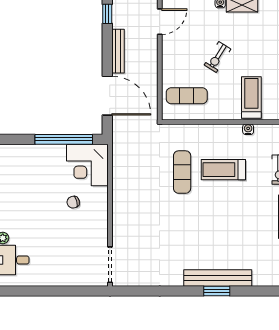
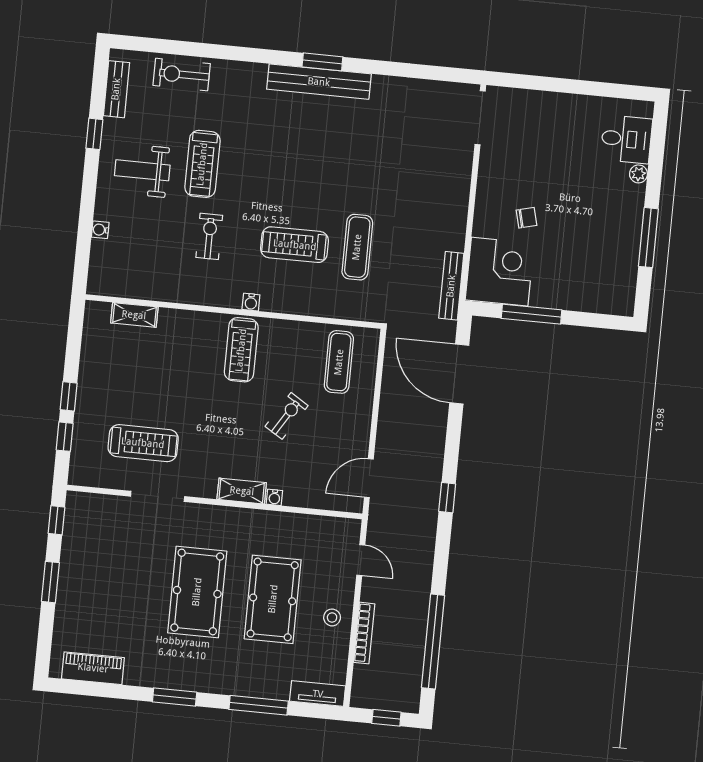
bench: (118, 51) -> (451, 286), moved
exercise mat: (187, 96) -> (339, 362), turned 90
window: (64, 139) -> (532, 314), width x0.68
treadmill: (223, 170) -> (295, 245), turned 180

